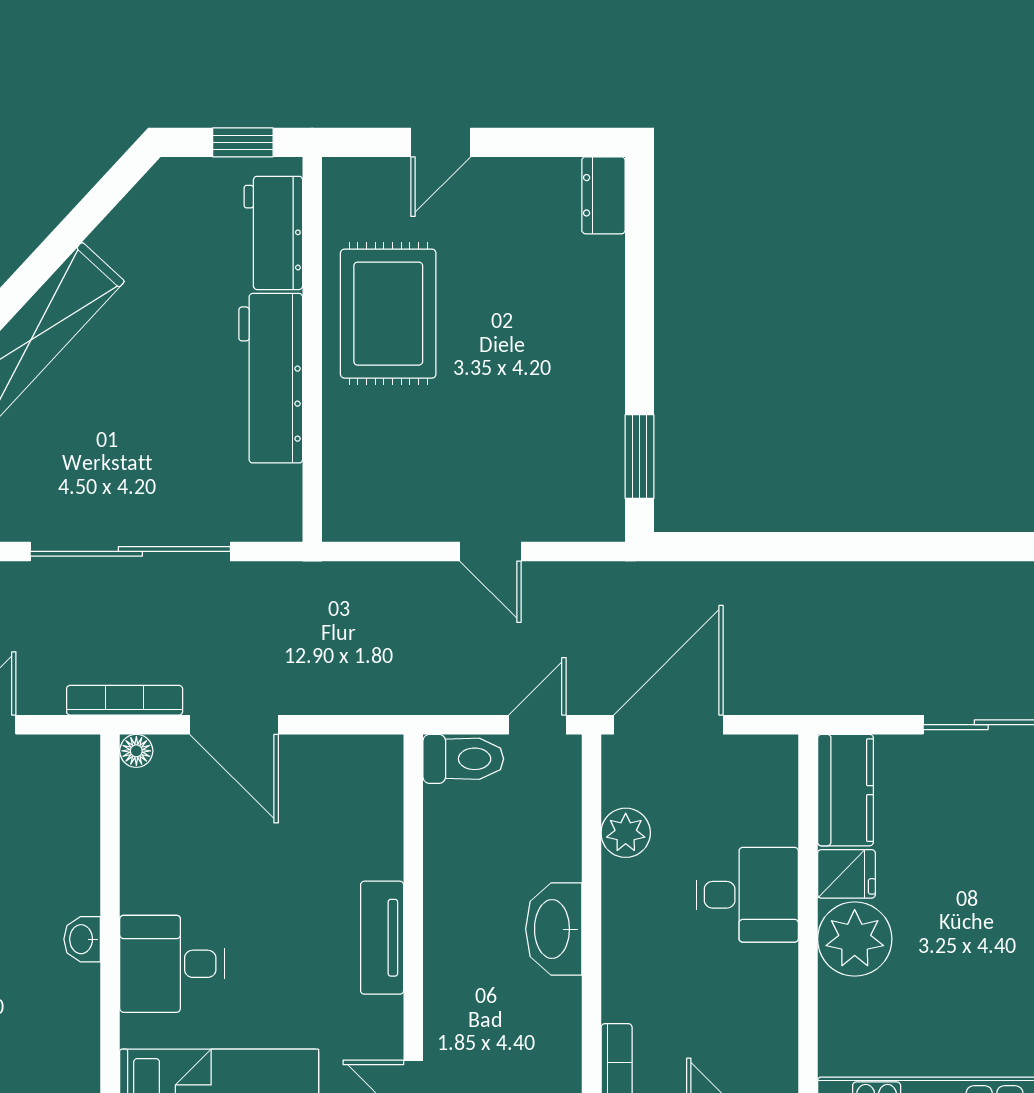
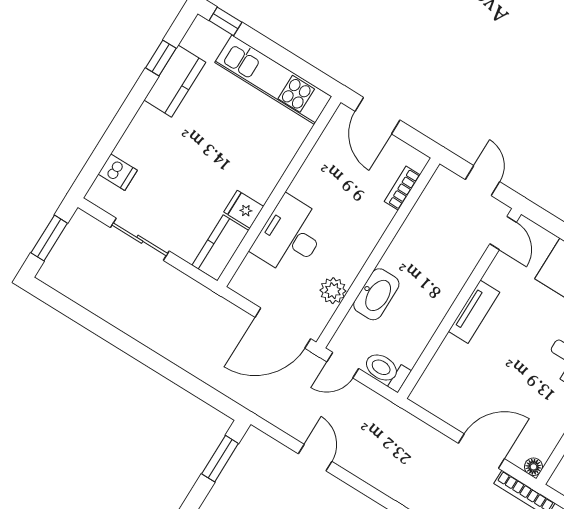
door: (234, 725) -> (481, 451), hinge flipped
desk: (747, 895) -> (290, 236), width x1.37
washbasin: (554, 929) -> (376, 294), moved
plant: (855, 939) -> (258, 177), removed

